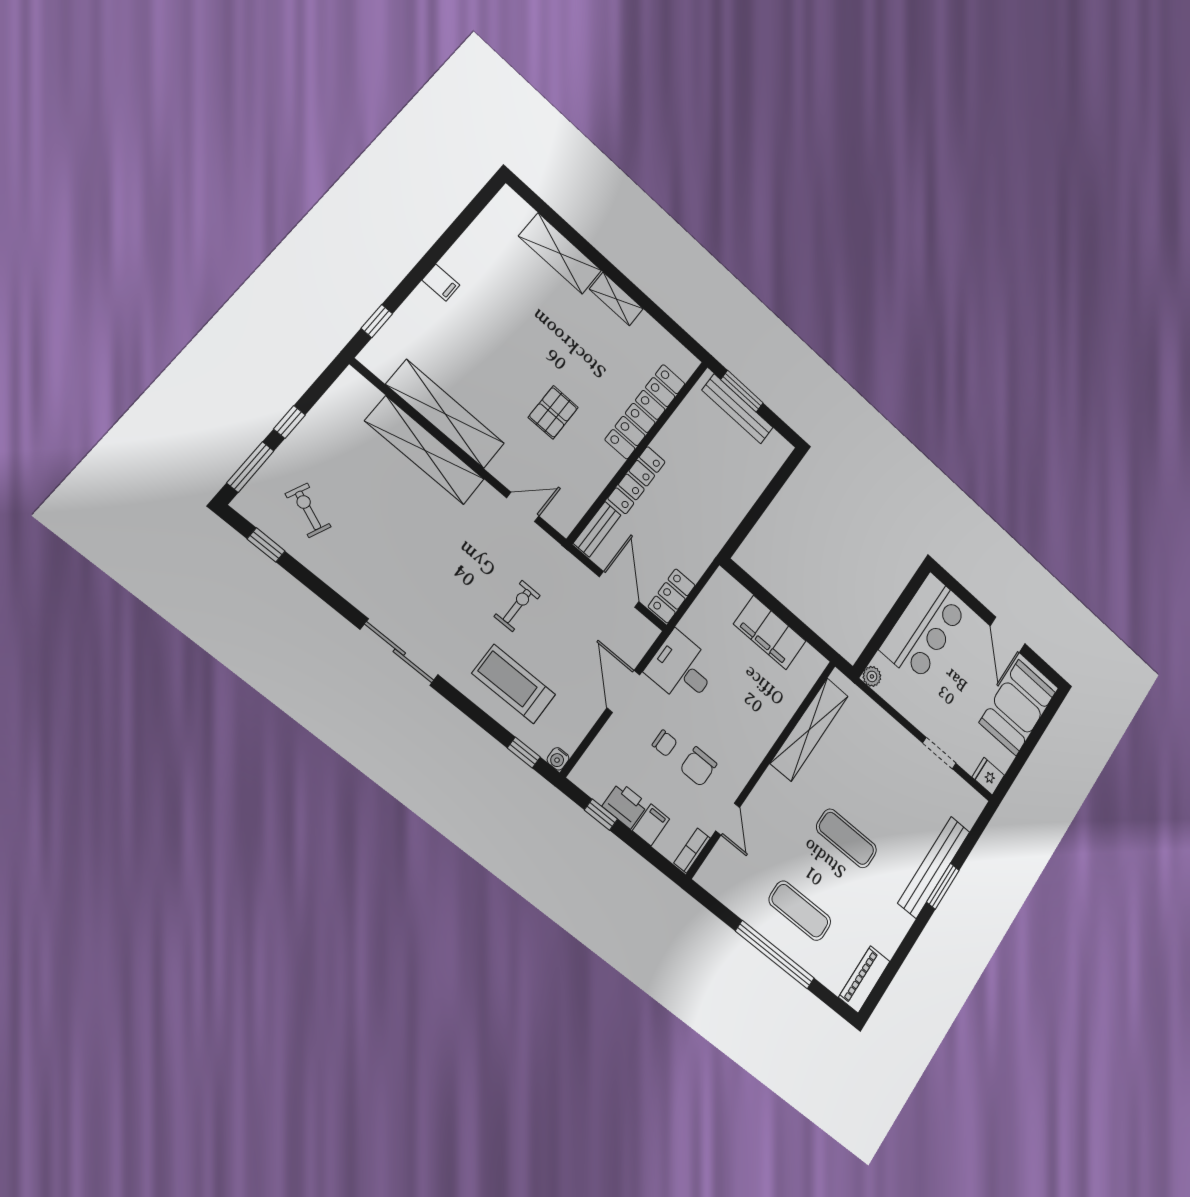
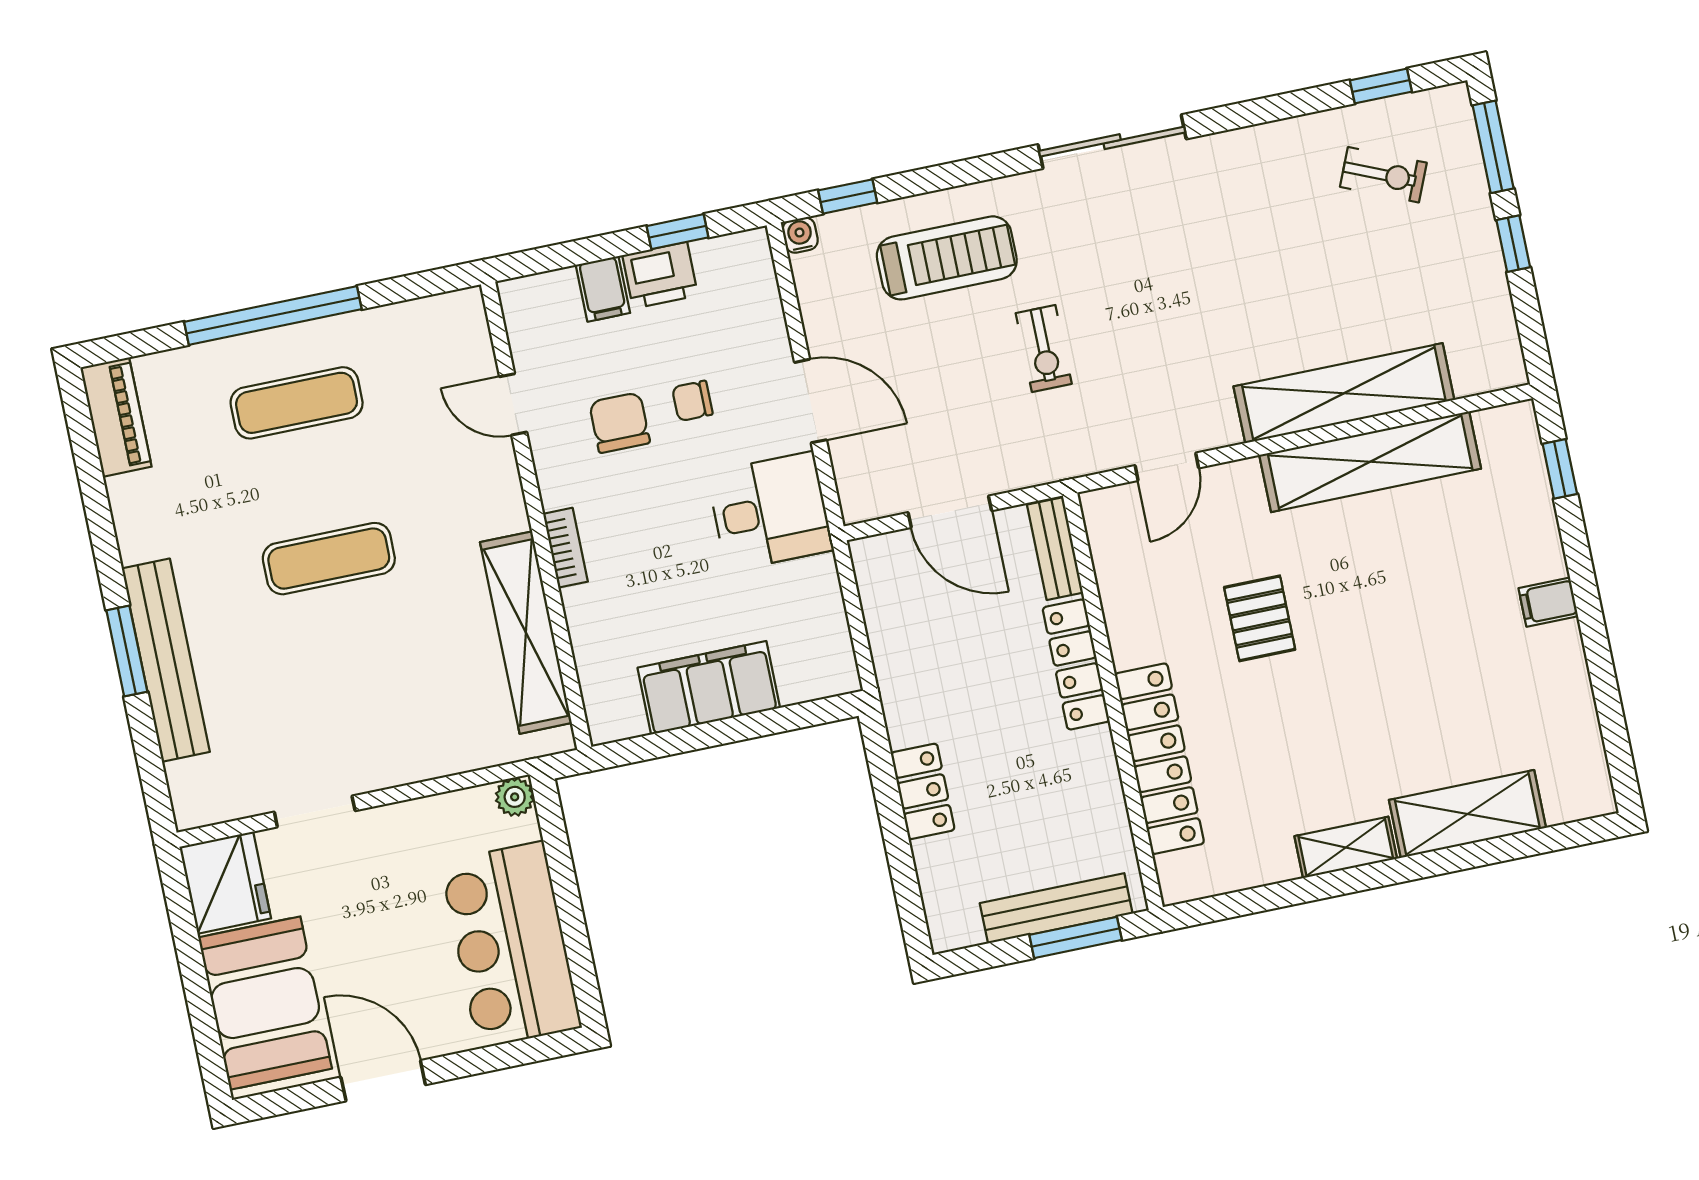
locker: (672, 596) -> (923, 791), moved
fridge: (988, 776) -> (225, 883), width x1.88, depth x1.34
bookcase: (692, 851) -> (565, 548), moved

